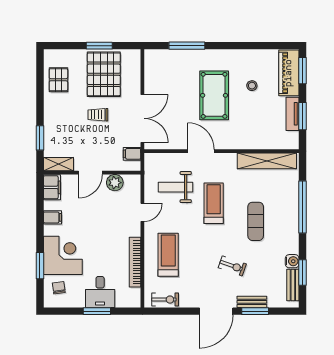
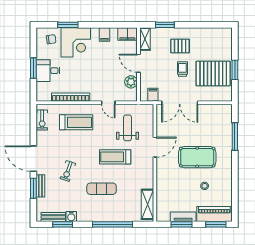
pallet: (58, 80) -> (180, 46), moved
shelving: (267, 161) -> (147, 204), width x0.68
treadmill: (214, 203) -> (115, 157), turned 180

